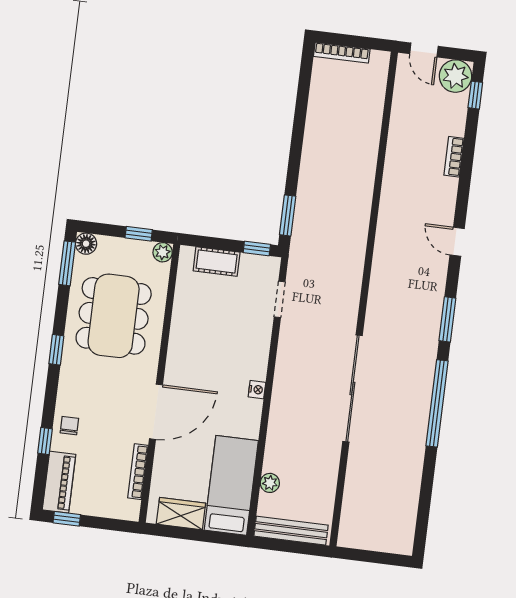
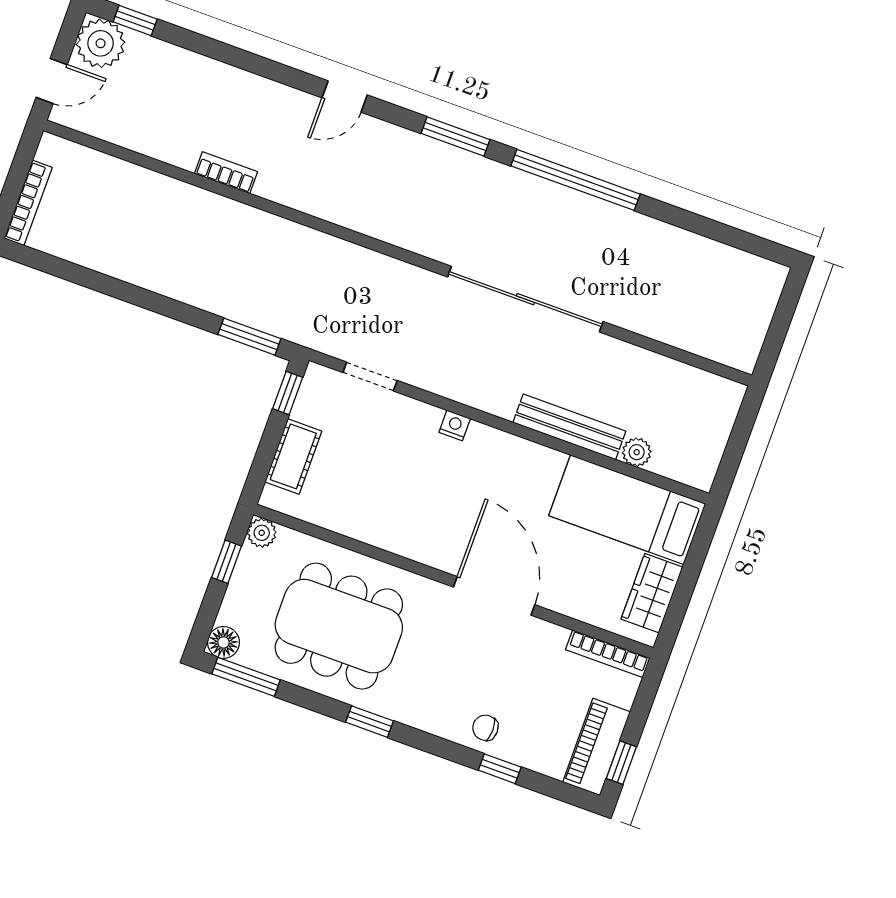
bookcase: (454, 157) -> (226, 173), moved, turned 180
nightstand: (257, 390) -> (455, 425), moved
bookcase: (138, 472) -> (608, 654), moved
piano: (59, 482) -> (597, 747), moved, turned -90
bench: (291, 531) -> (569, 427), moved, turned 90

